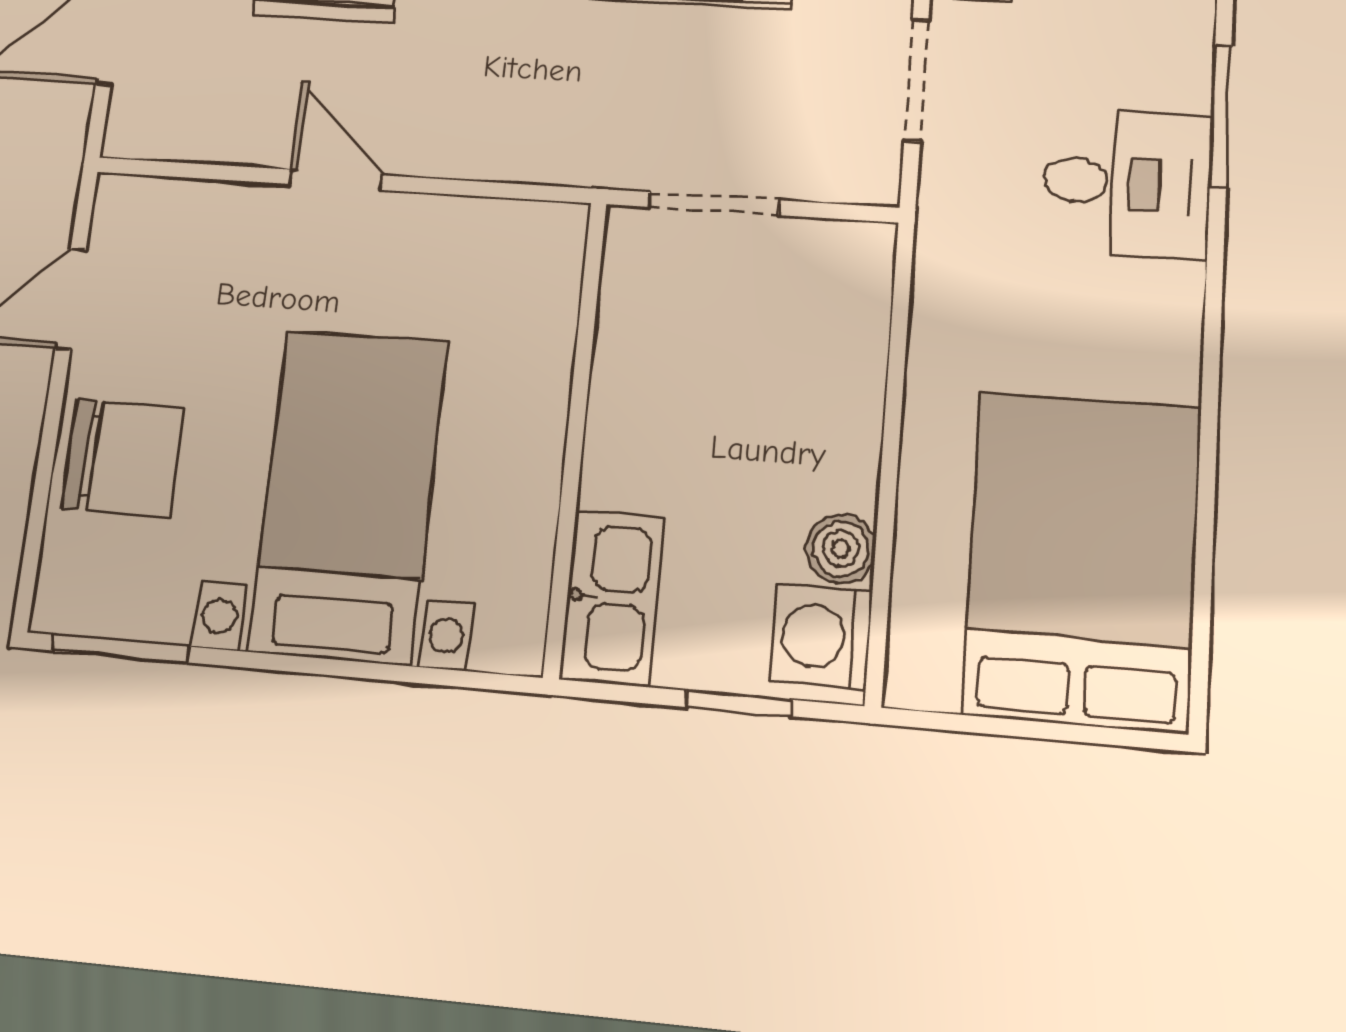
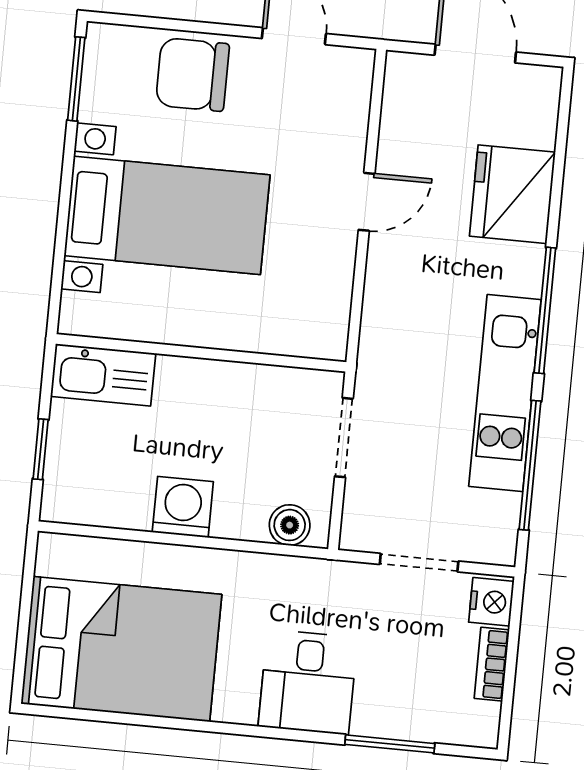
desk: (1127, 183) -> (308, 682), moved
chair: (123, 458) -> (192, 74), turned 90
boiler: (841, 549) -> (290, 525), moved
washing machine: (821, 636) -> (183, 507), moved

